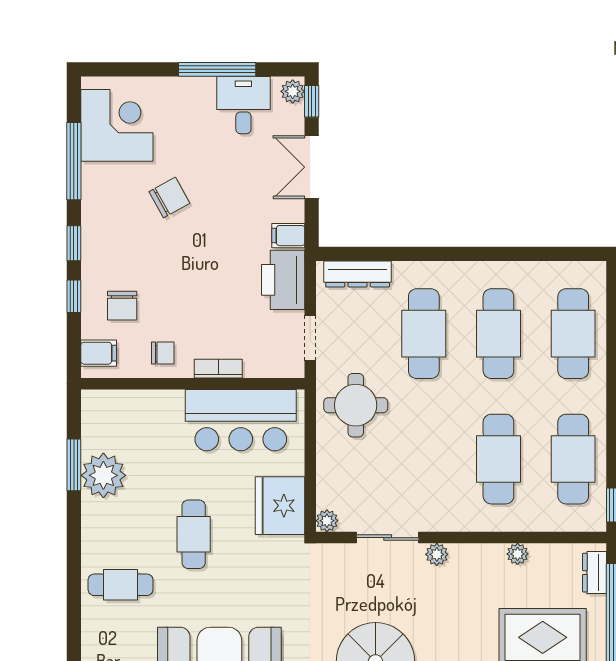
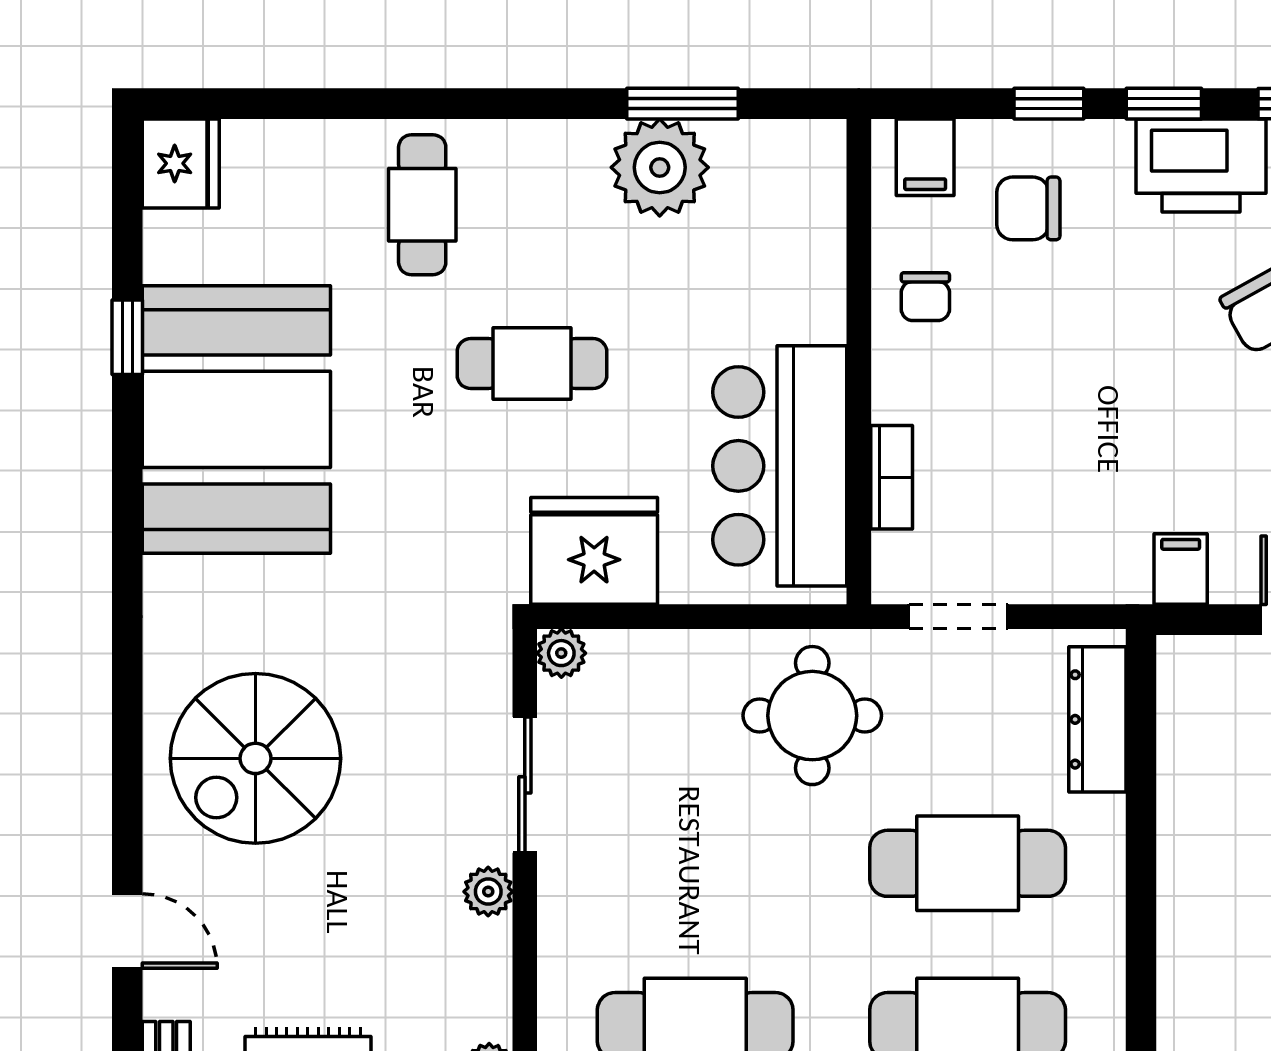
printer: (283, 280) -> (1201, 165), moved, turned 180
bookcase: (218, 369) -> (892, 477), moved

